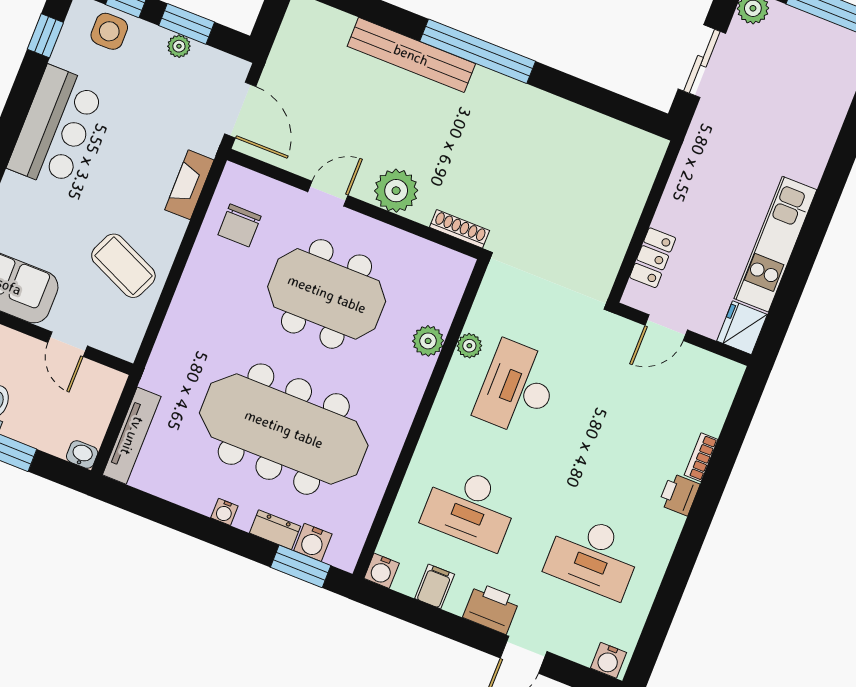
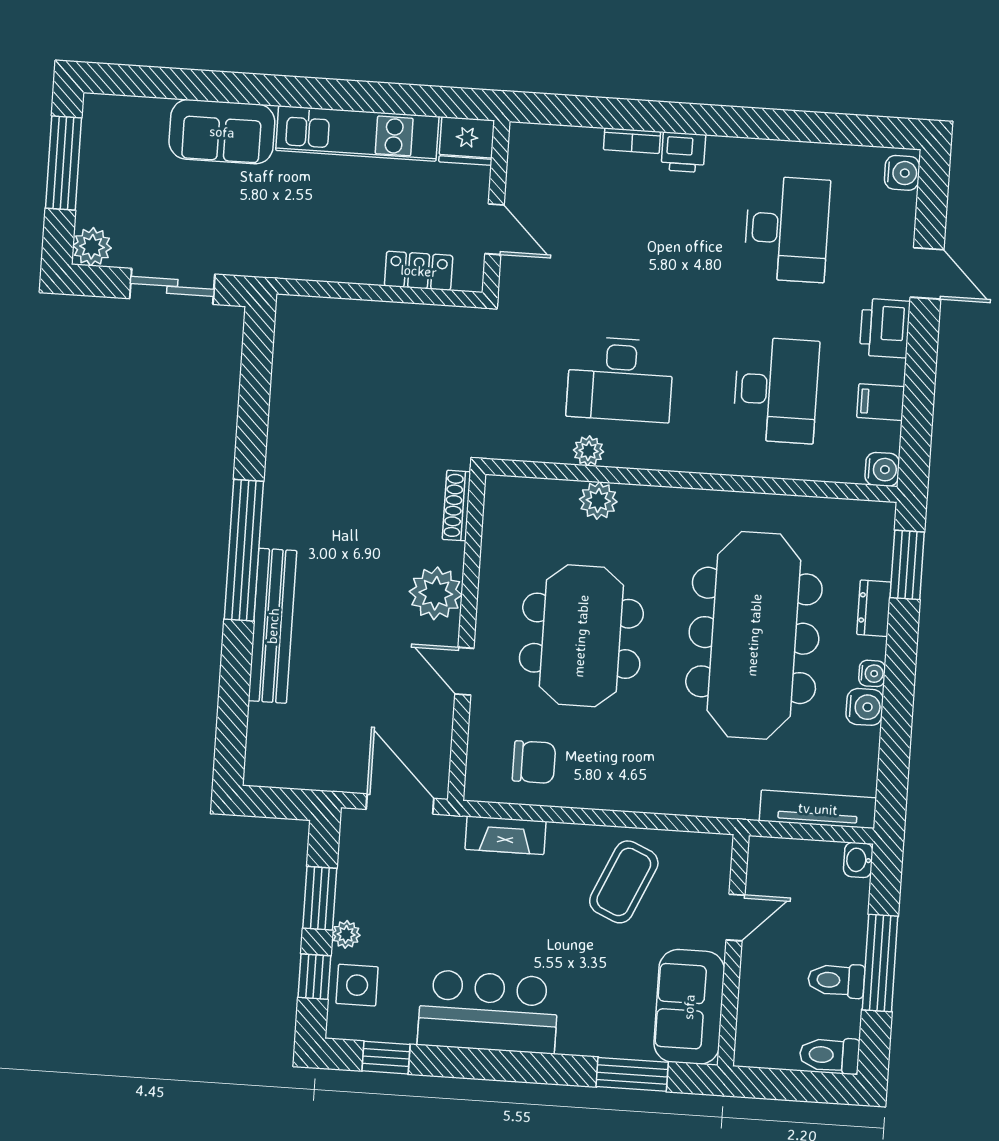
plant: (179, 46) -> (346, 934), moved
door: (240, 110) -> (400, 804), hinge flipped
sofa: (810, 139) -> (222, 132), added
water cooler: (313, 542) -> (865, 707), moved

